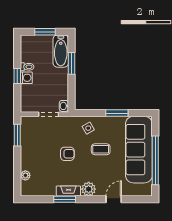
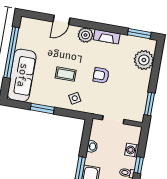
washing machine: (26, 78) -> (132, 150), moved
washbasin: (64, 106) -> (92, 146), moved
sofa: (139, 150) -> (22, 75), width x0.74, depth x0.79
plant: (25, 175) -> (144, 60), width x1.88, depth x1.88
window: (65, 199) -> (139, 34), moved

